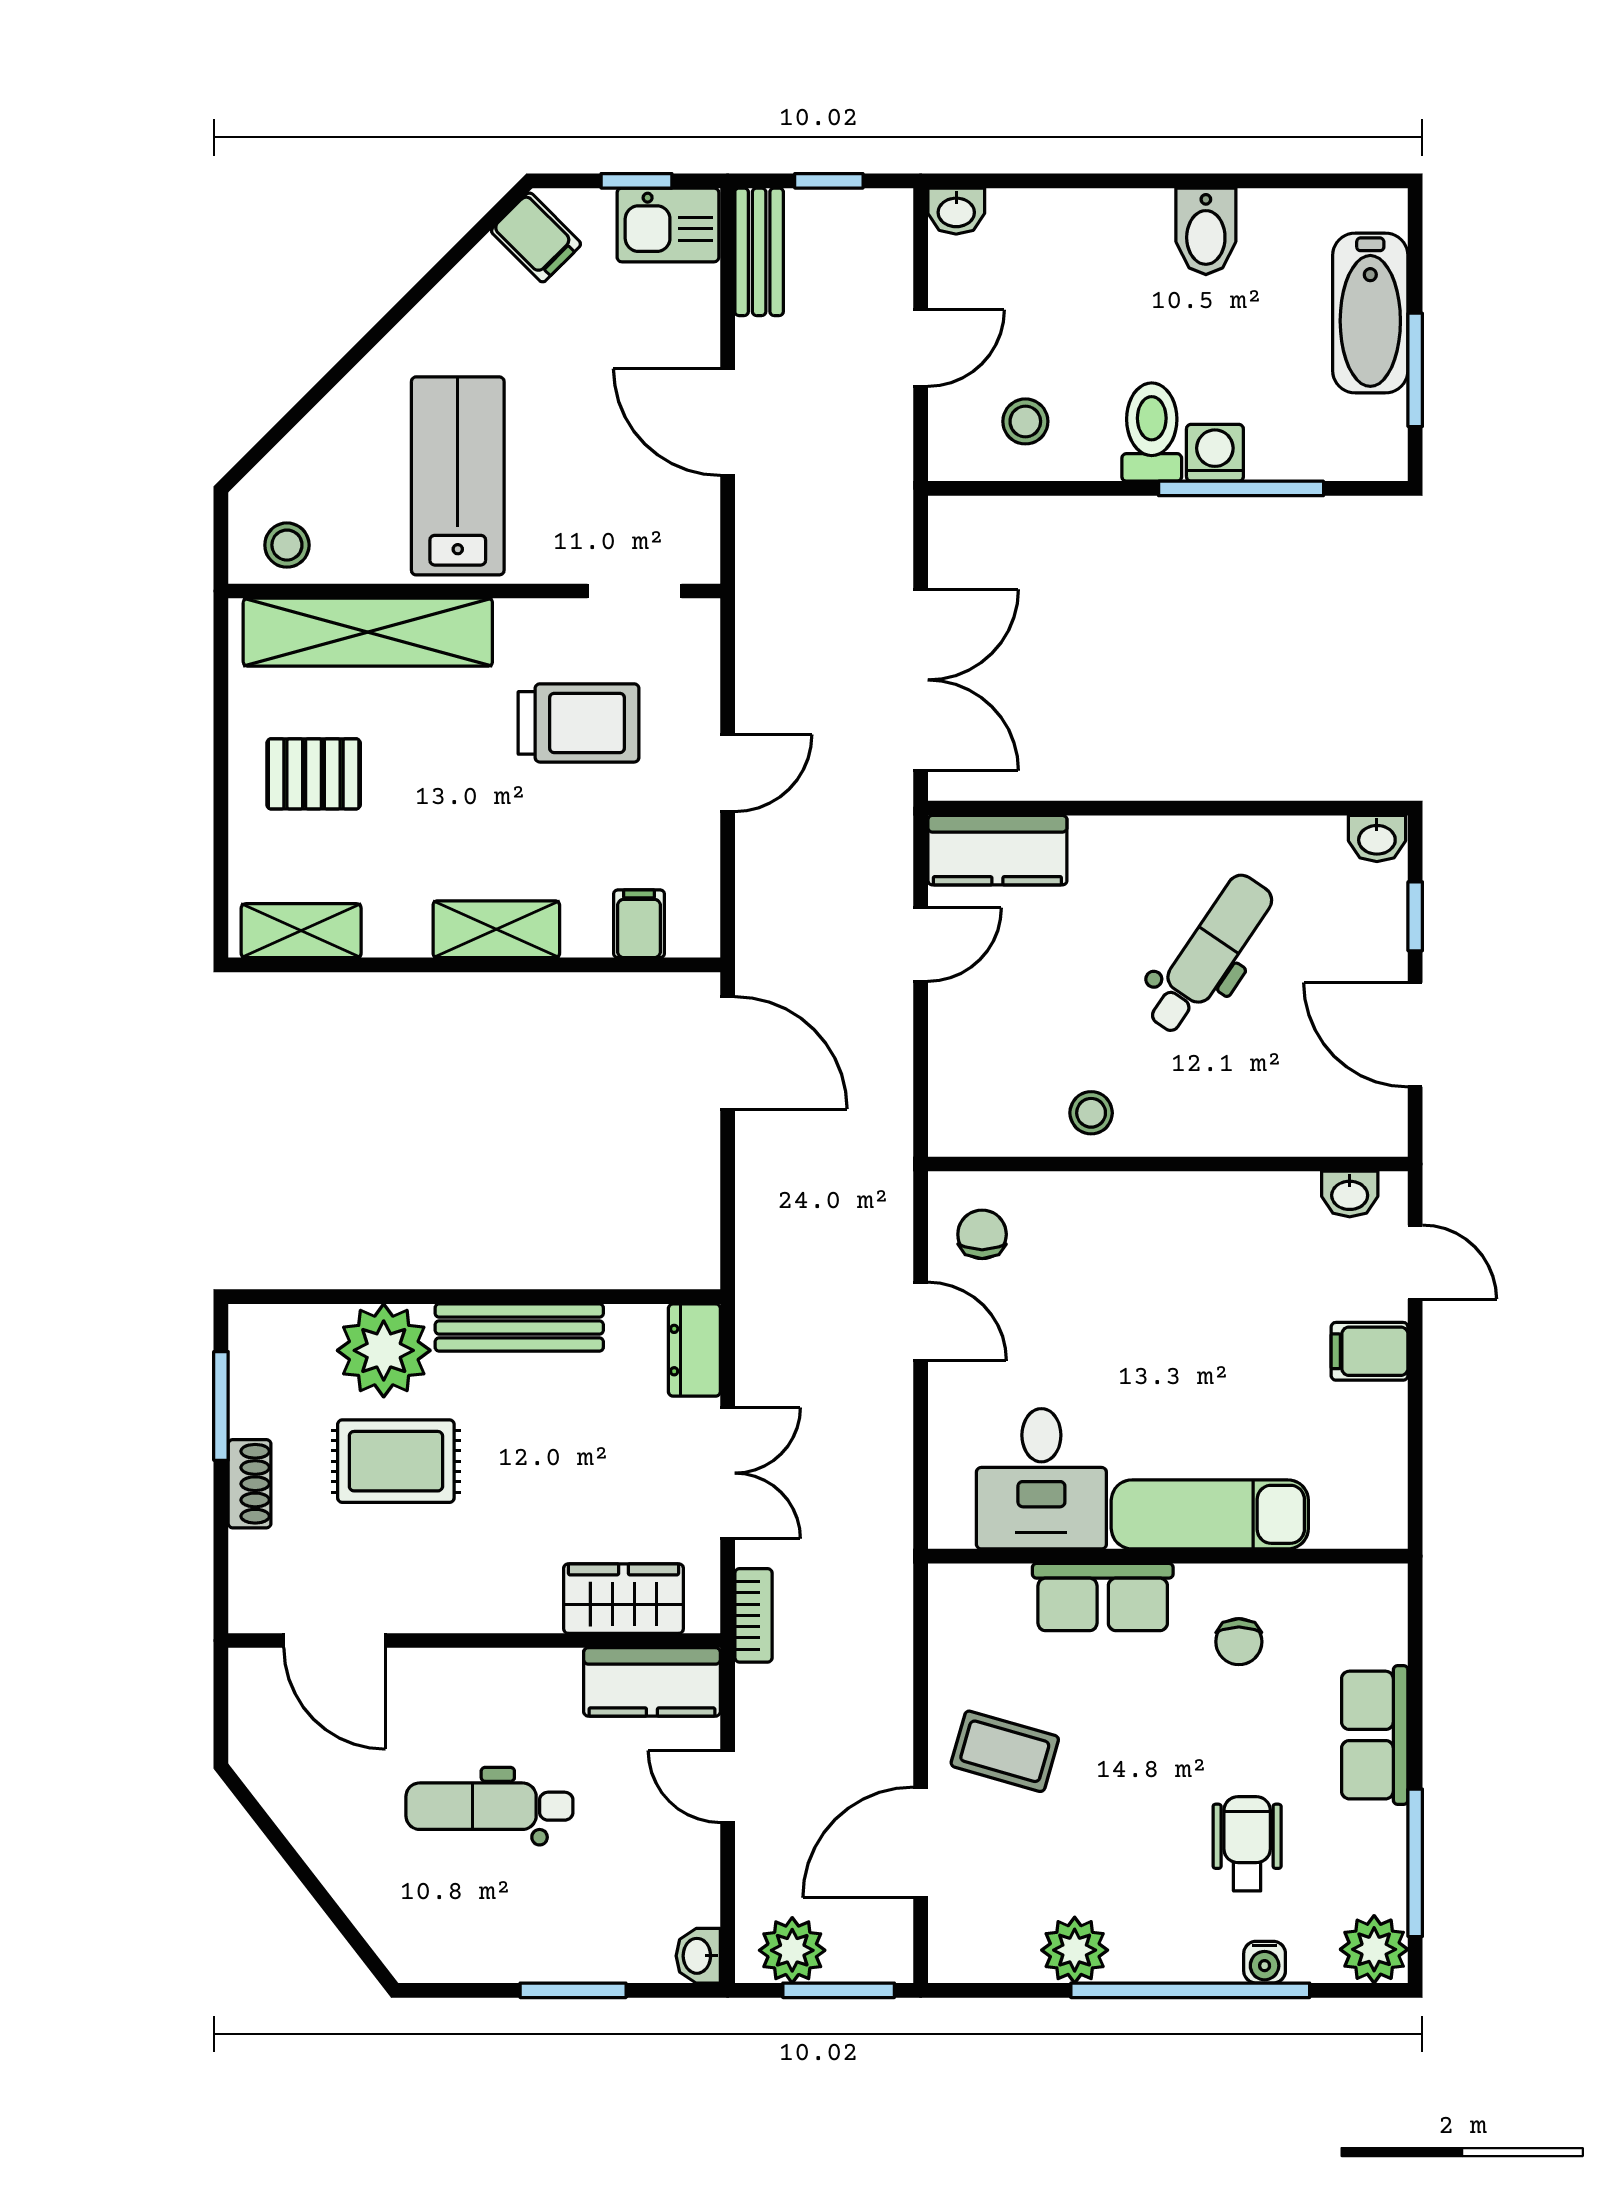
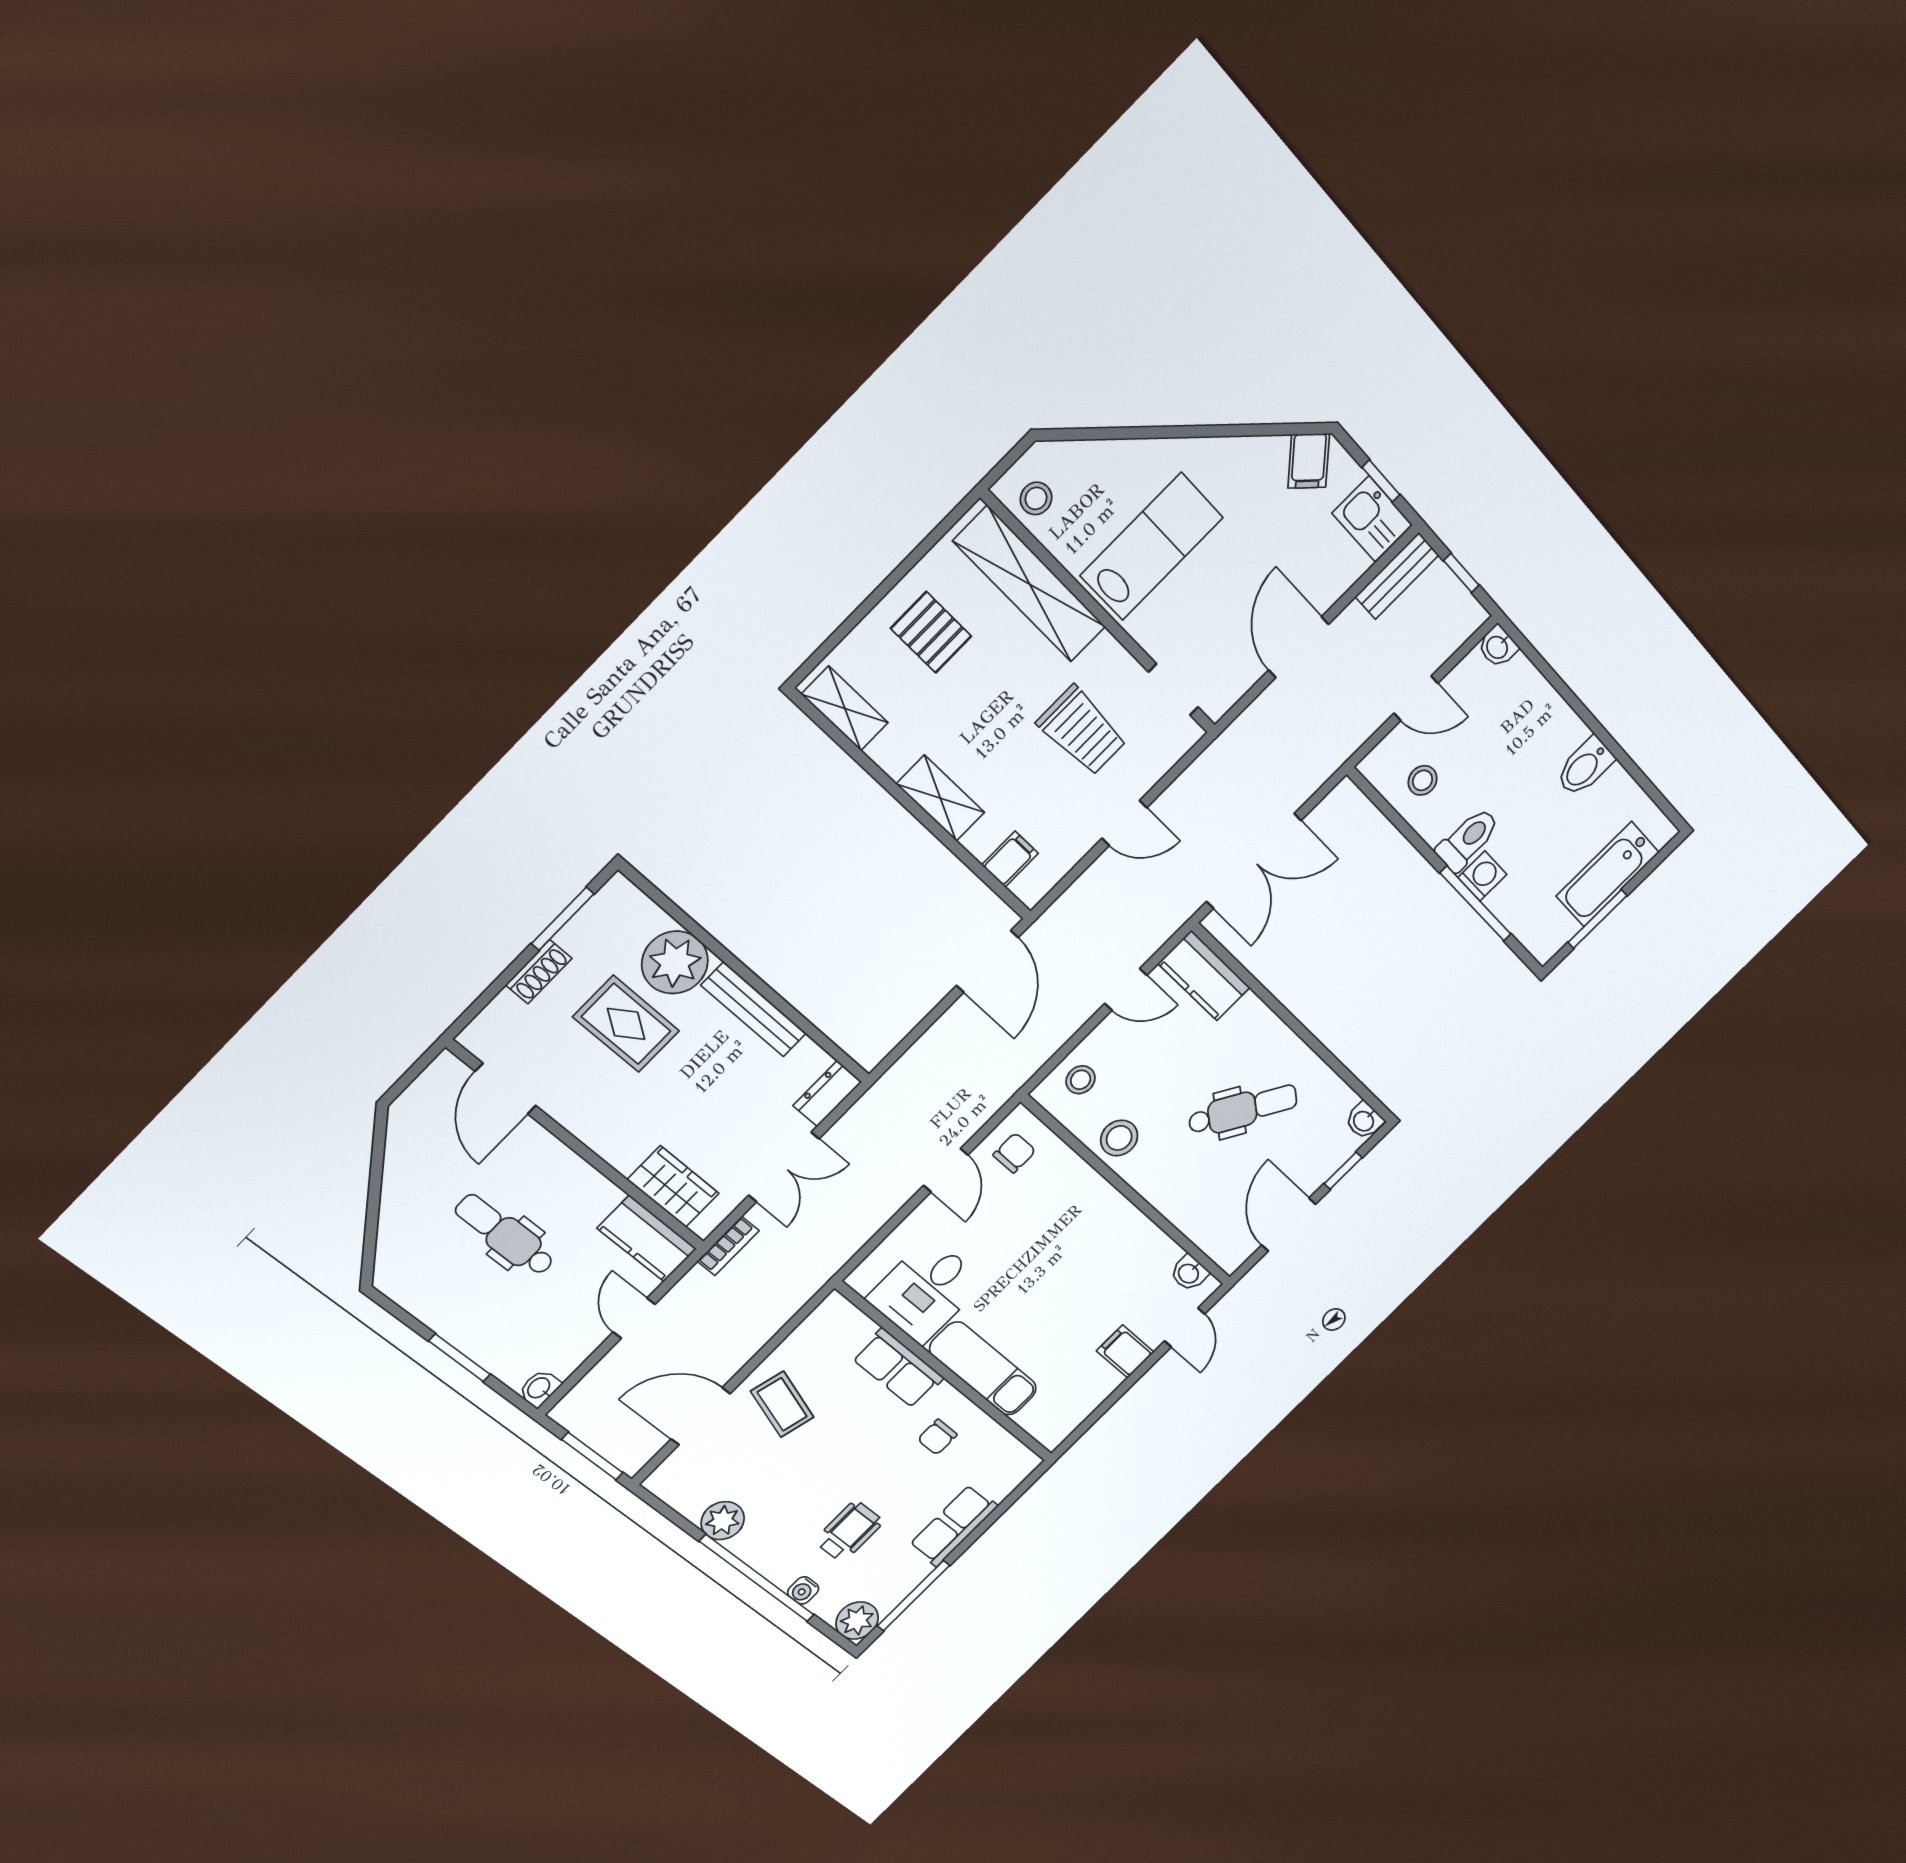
stool: (974, 1088) -> (1081, 1080), added
stool: (1091, 1113) -> (1119, 1138), width x1.37, depth x1.37
plant: (792, 1950) -> (588, 1420), removed

